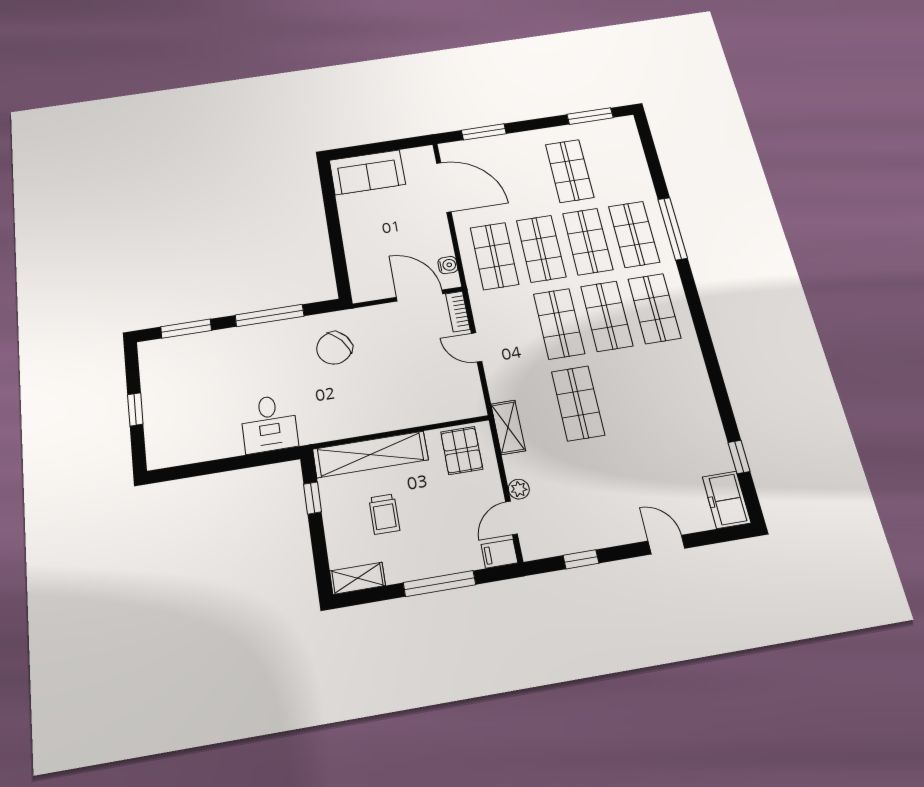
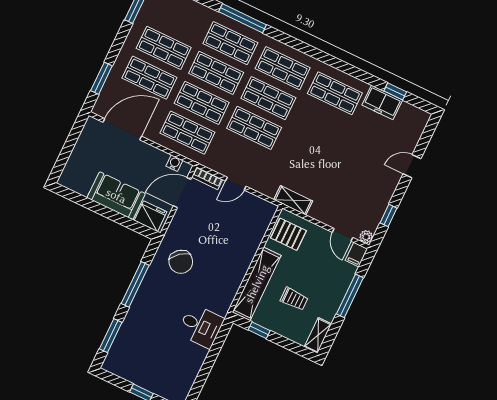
sofa: (367, 172) -> (116, 196), moved, turned -90
shop shelf: (524, 178) -> (149, 78), added
fridge: (365, 280) -> (150, 216), added
shop shelf: (578, 403) -> (335, 93), moved
plant: (519, 489) -> (366, 237), moved
freezer: (727, 500) -> (382, 102), moved

